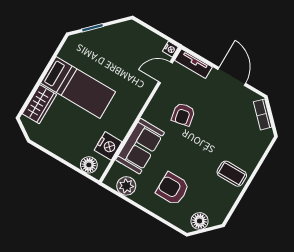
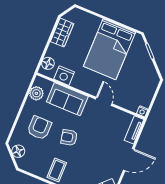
door: (165, 72) -> (104, 101), moved
bed: (78, 87) -> (109, 49), width x1.50
wardrobe: (39, 104) -> (62, 33), moved, turned -90
armchair: (183, 114) -> (69, 137), moved

